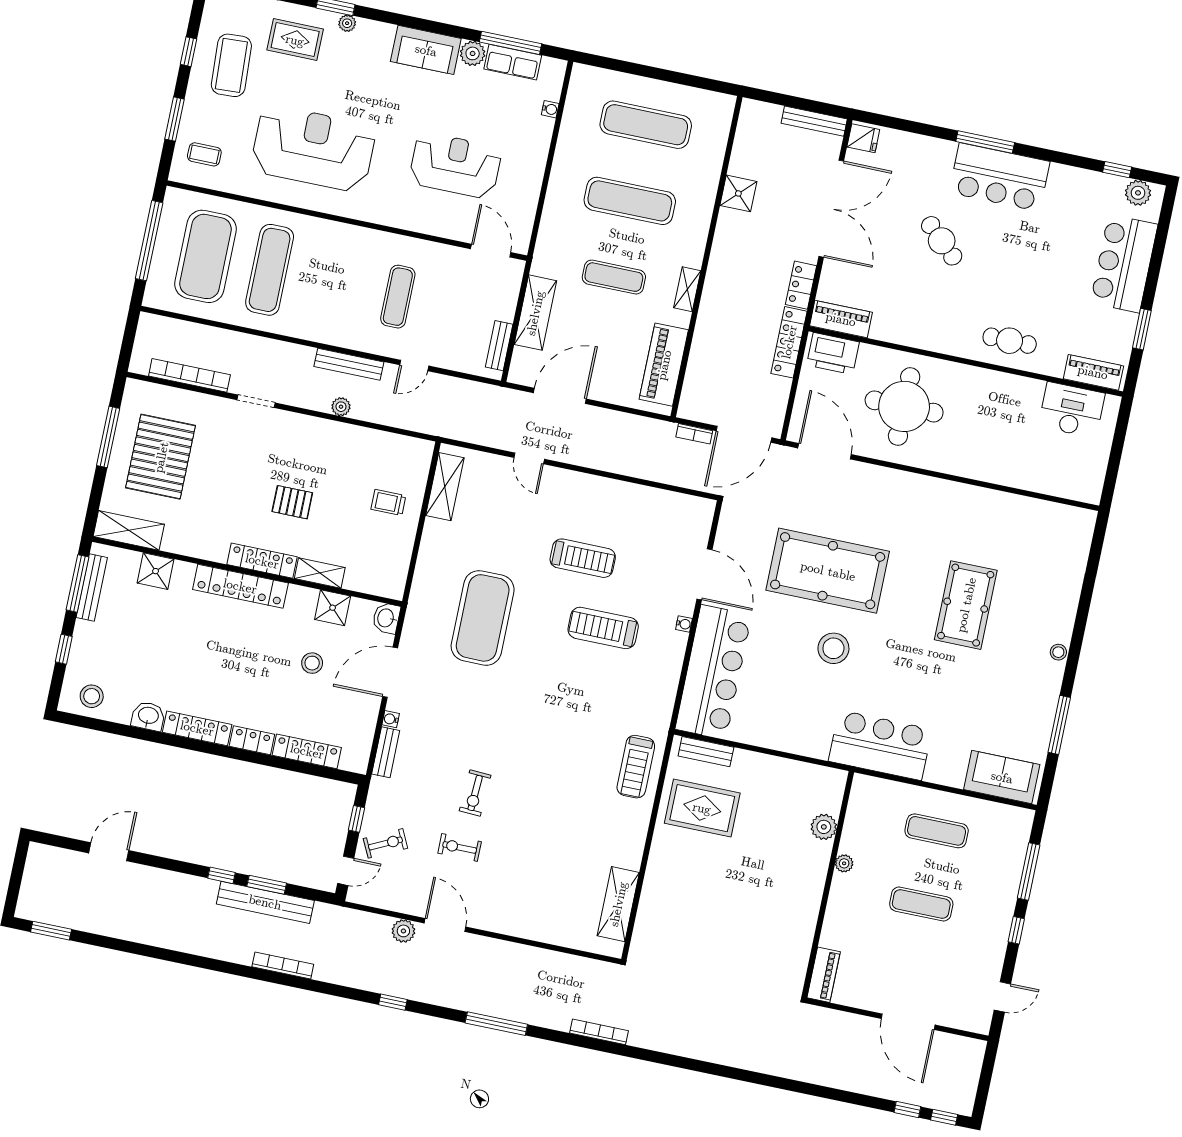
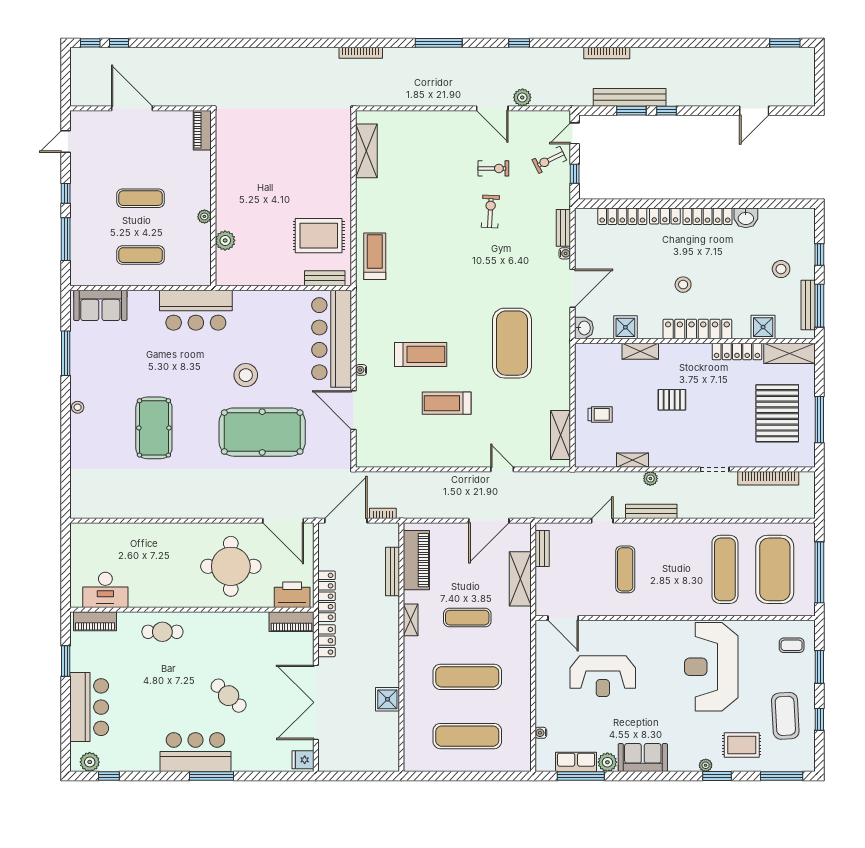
bench: (814, 121) -> (393, 571), moved, turned 90
reception desk: (313, 148) -> (711, 667), turned 90
shelving: (359, 435) -> (633, 460), added
locker: (262, 561) -> (737, 352), moved
stool: (312, 663) -> (683, 285), moved
stool: (92, 696) -> (781, 269), moved

